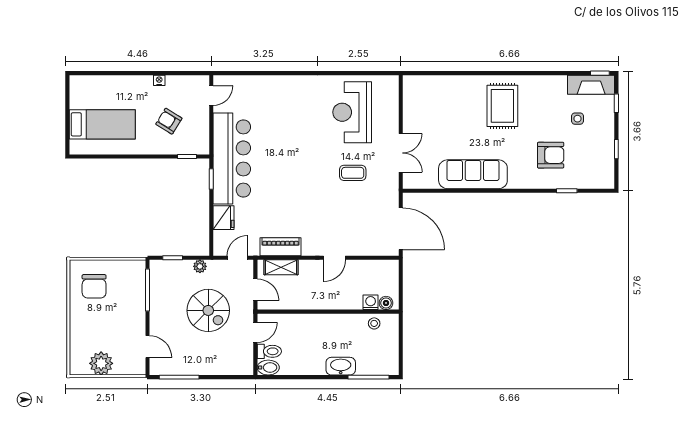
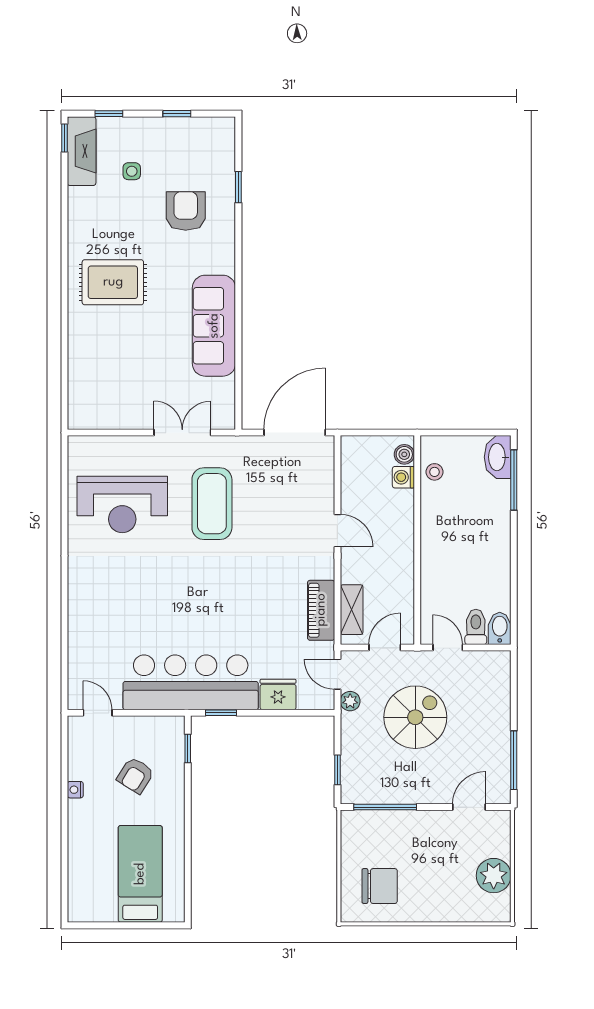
coffee table: (353, 173) -> (212, 504), width x1.86, depth x1.72
plant: (200, 266) -> (350, 701), moved
washbasin: (341, 366) -> (498, 457), moved

